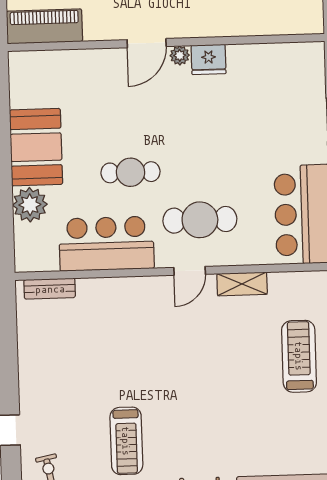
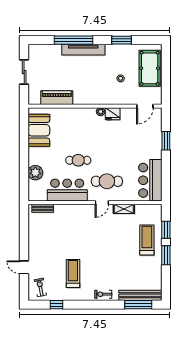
piano: (44, 26) -> (57, 98), moved
door: (147, 43) -> (145, 106), moved
booth: (36, 147) -> (39, 130), moved
treadmill: (126, 441) -> (73, 273), turned 180

